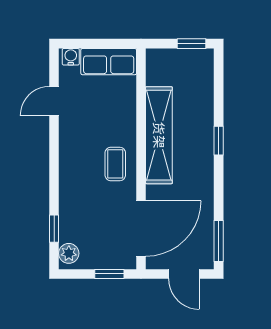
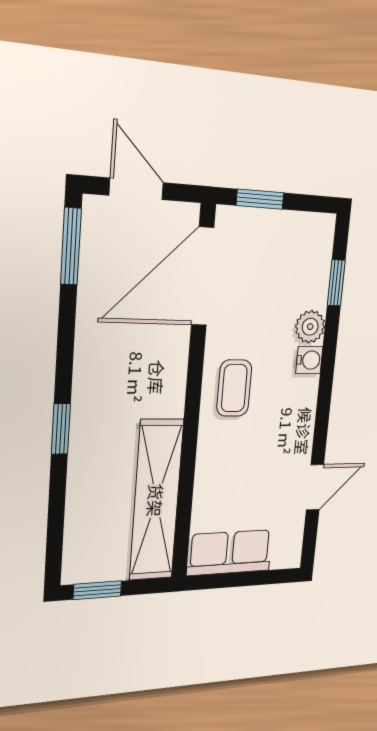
water cooler: (71, 57) -> (309, 360), moved, turned -90
shelving: (159, 135) -> (156, 500), moved
plant: (69, 253) -> (310, 327), moved

